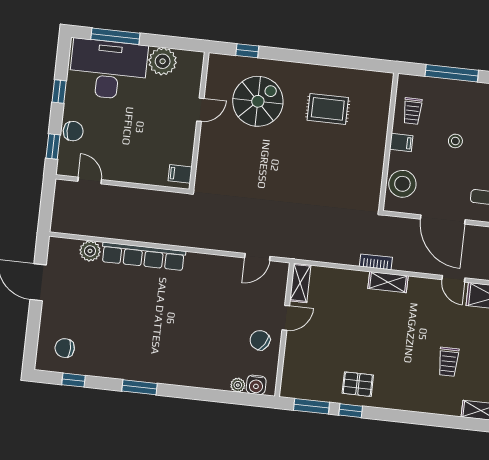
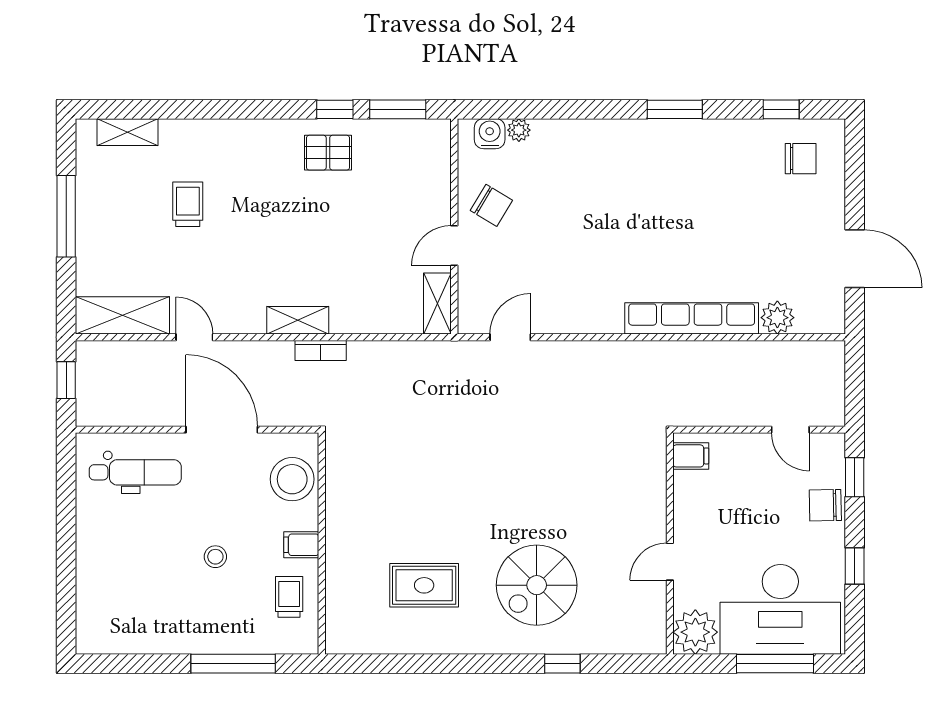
door: (200, 110) -> (670, 562), moved
wall: (199, 121) -> (670, 544), moved
filing cabinet: (180, 174) -> (691, 456), moved

